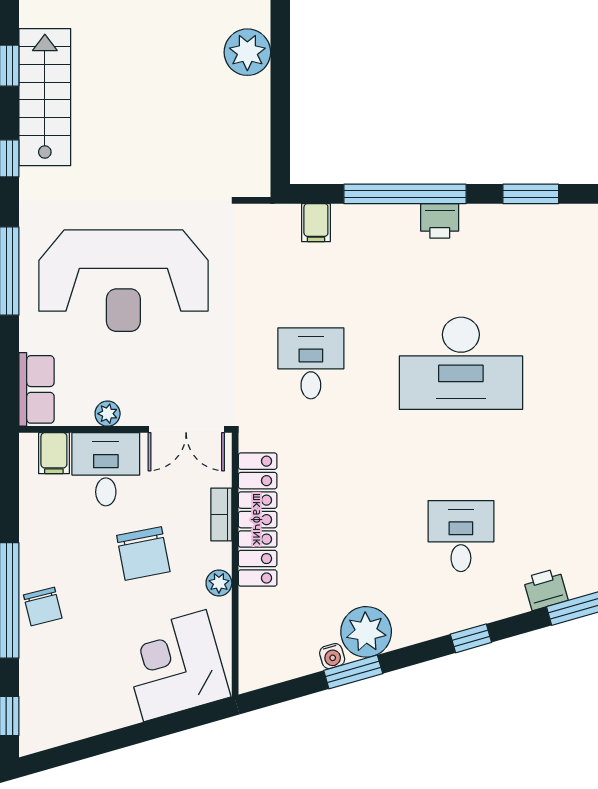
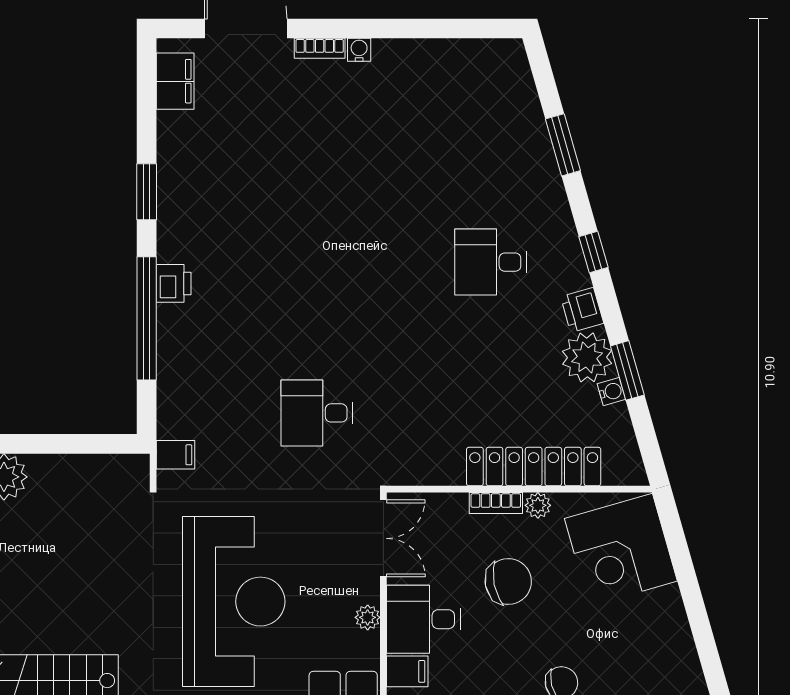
filing cabinet: (316, 223) -> (175, 455), moved
desk: (461, 363) -> (317, 262), removed
bookcase: (221, 514) -> (496, 503), moved
locker: (258, 520) -> (534, 467), moved
printer: (546, 589) -> (582, 310), moved

